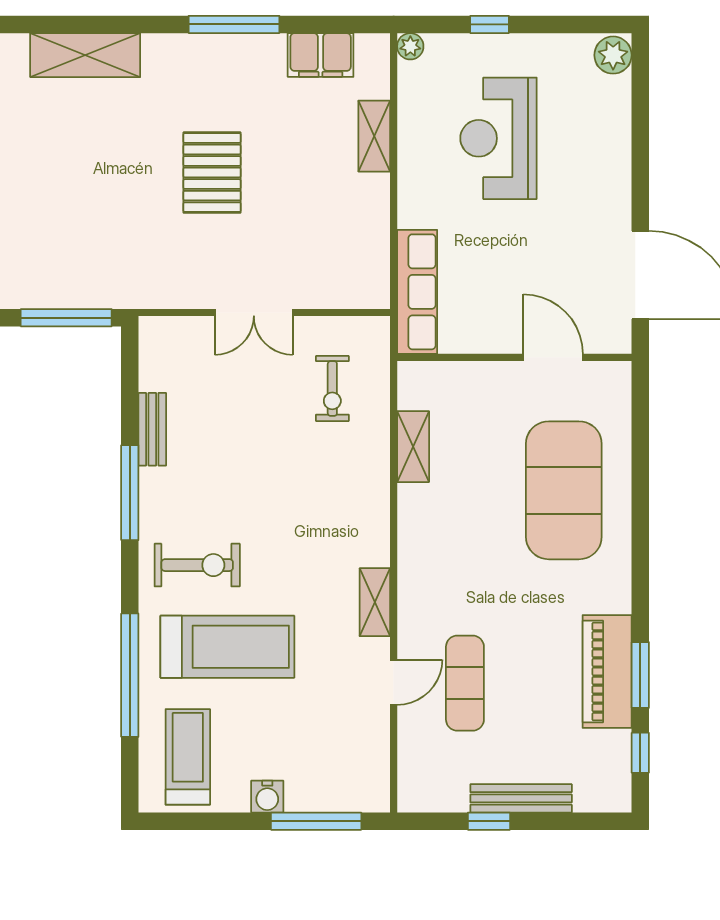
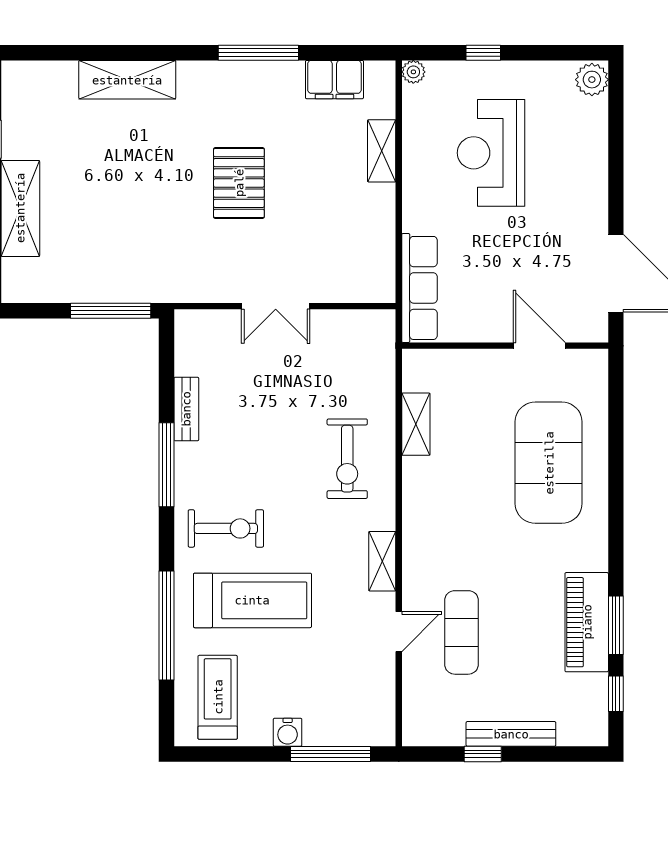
exercise bike: (332, 389) -> (347, 459), moved, width x1.38, depth x1.39

